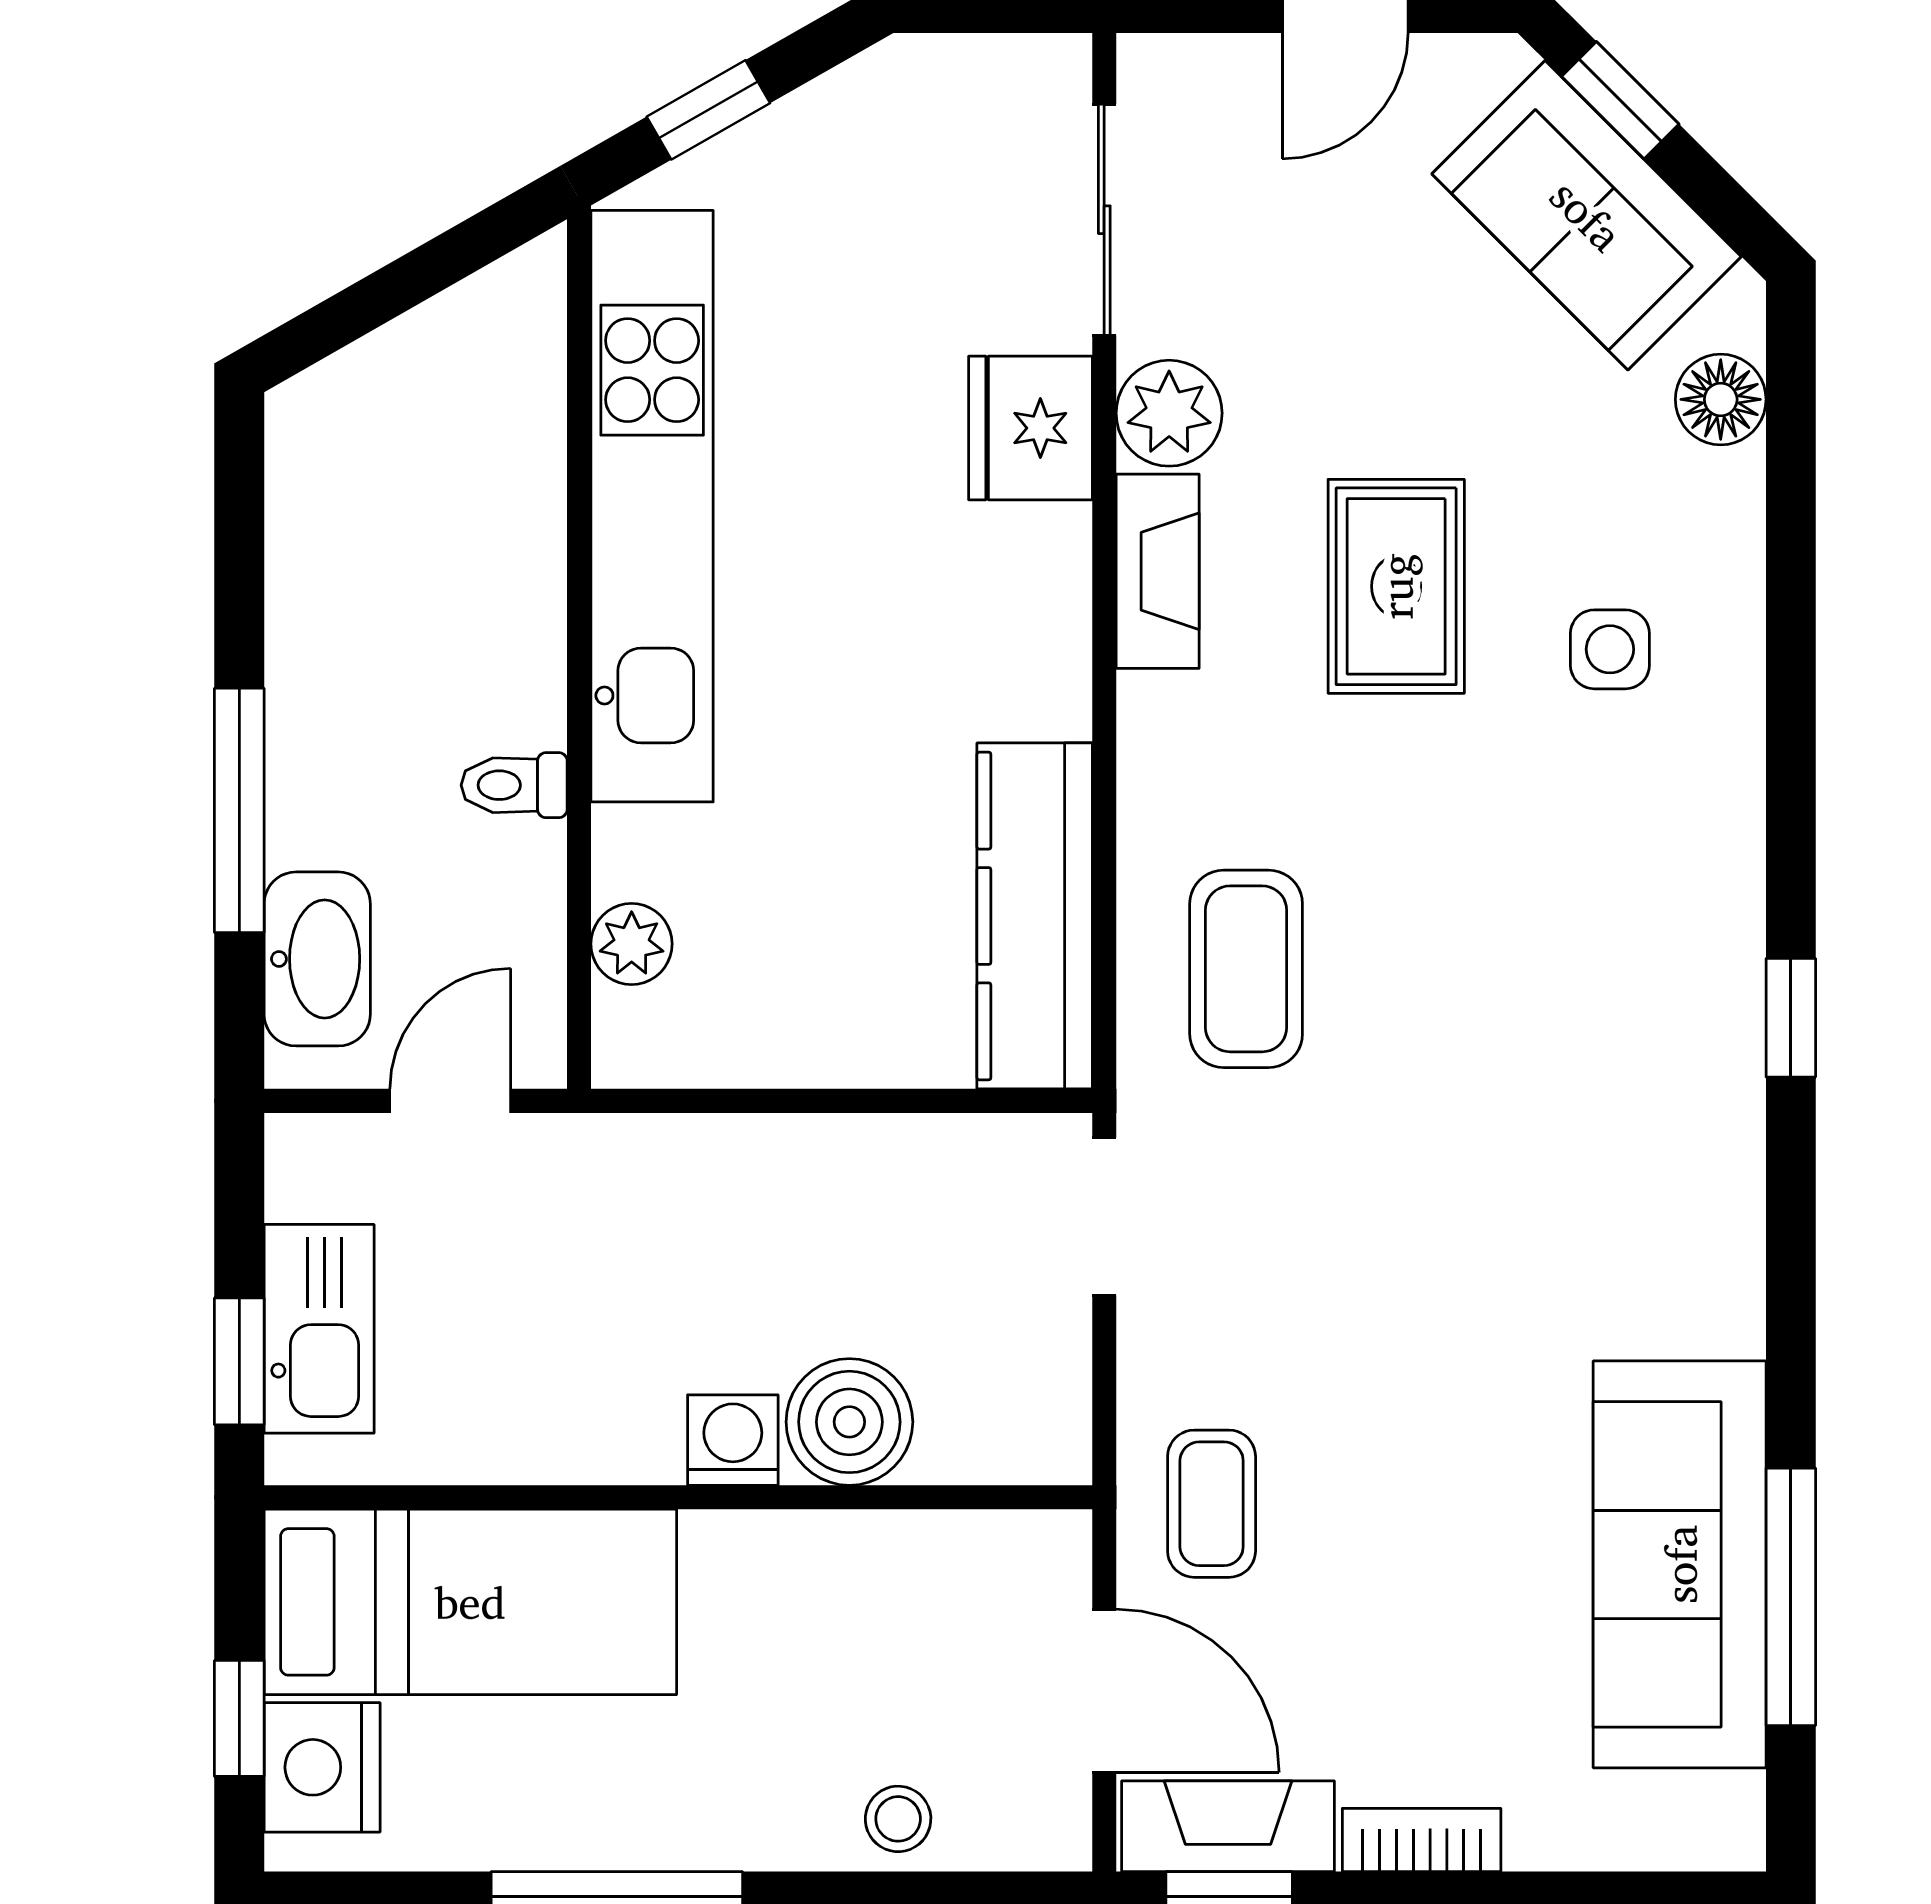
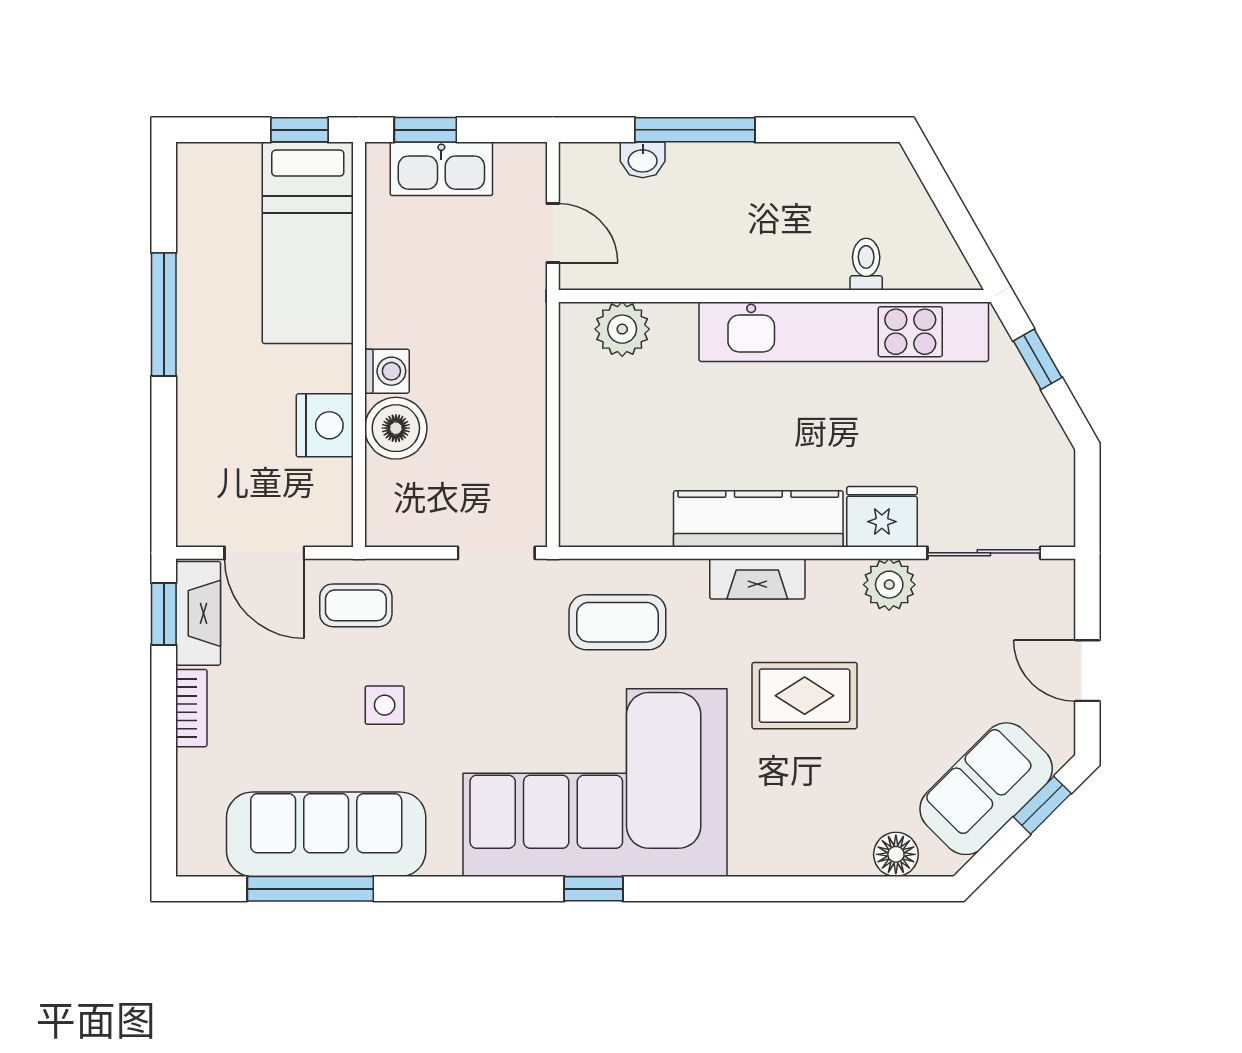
fireplace: (1158, 571) -> (757, 579), moved
side table: (1610, 649) -> (385, 705), moved
toilet: (514, 785) -> (866, 264), moved
kitchen counter: (1035, 916) -> (758, 519), moved
plant: (632, 944) -> (622, 329), width x1.38, depth x1.38
washbasin: (317, 959) -> (643, 160), width x0.52, depth x0.69
corner sofa: (1574, 1015) -> (595, 783), added
door: (1104, 1691) -> (264, 553), hinge flipped
window: (239, 1718) -> (299, 130), moved
nightstand: (322, 1767) -> (325, 425), moved, turned 90
stool: (898, 1819) -> (202, 452), removed

